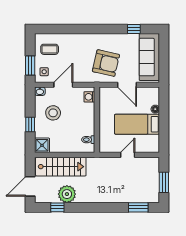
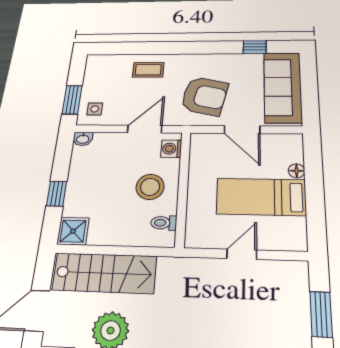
coffee table: (50, 49) -> (148, 70), moved
door: (63, 85) -> (145, 129), moved
stool: (53, 113) -> (150, 187), moved

